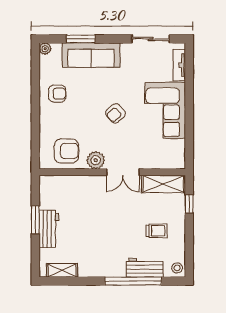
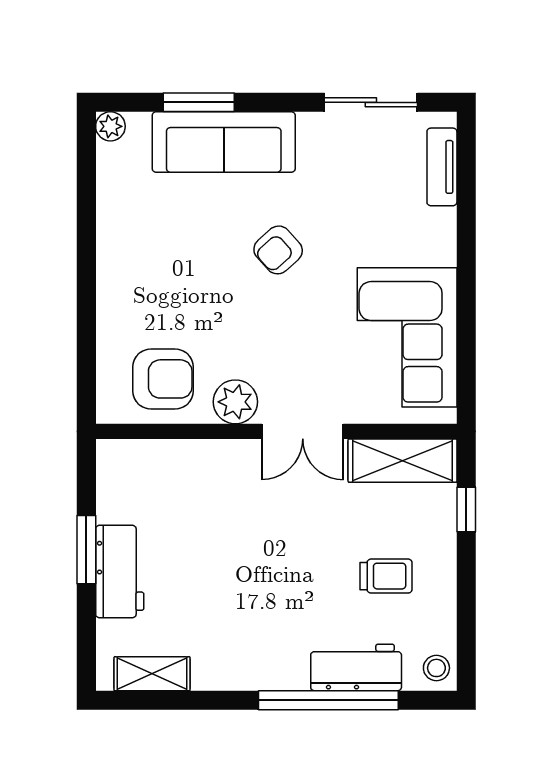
armchair: (57, 94) -> (140, 237), removed
corner sofa: (165, 110) -> (407, 337), moved
armchair: (116, 113) -> (278, 250), moved

